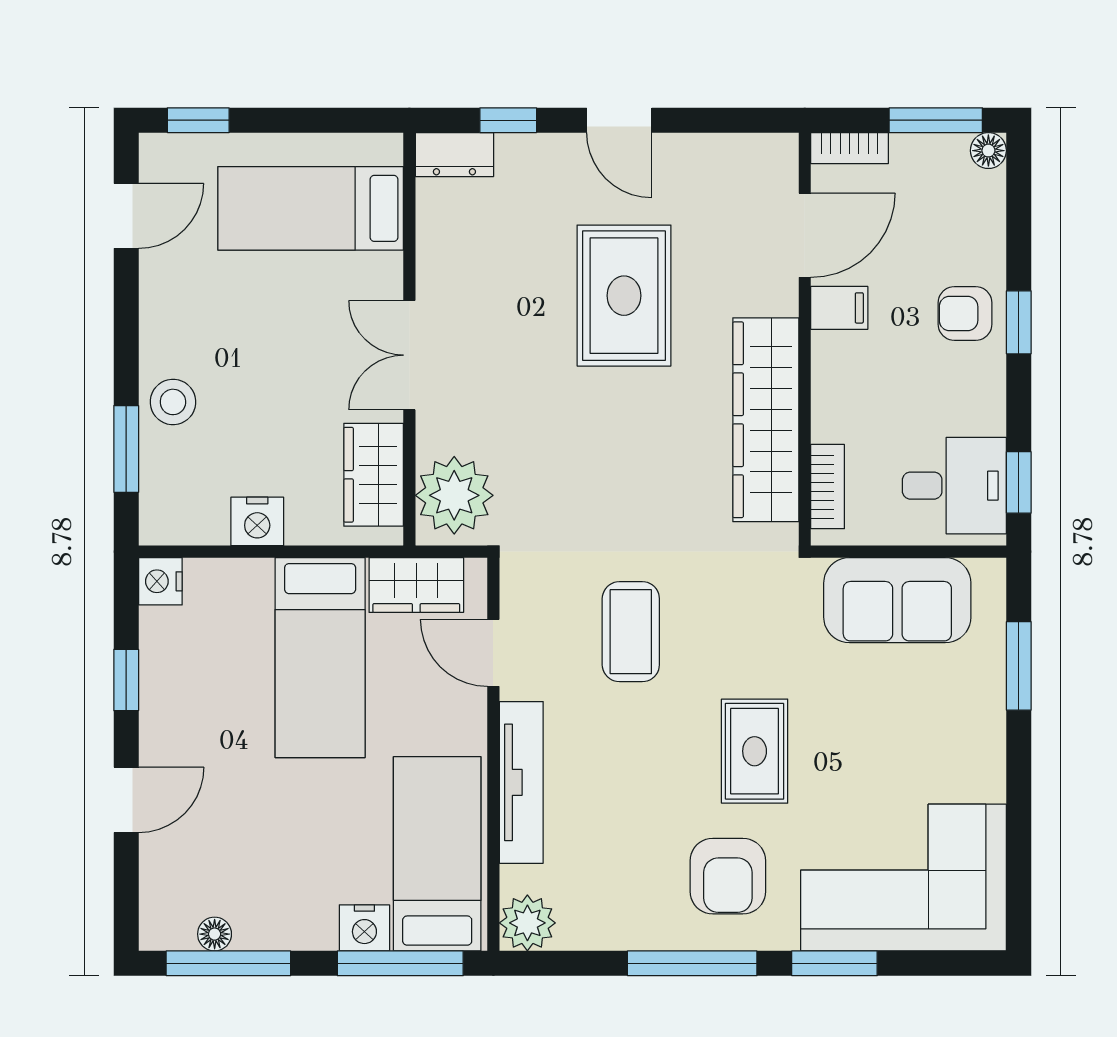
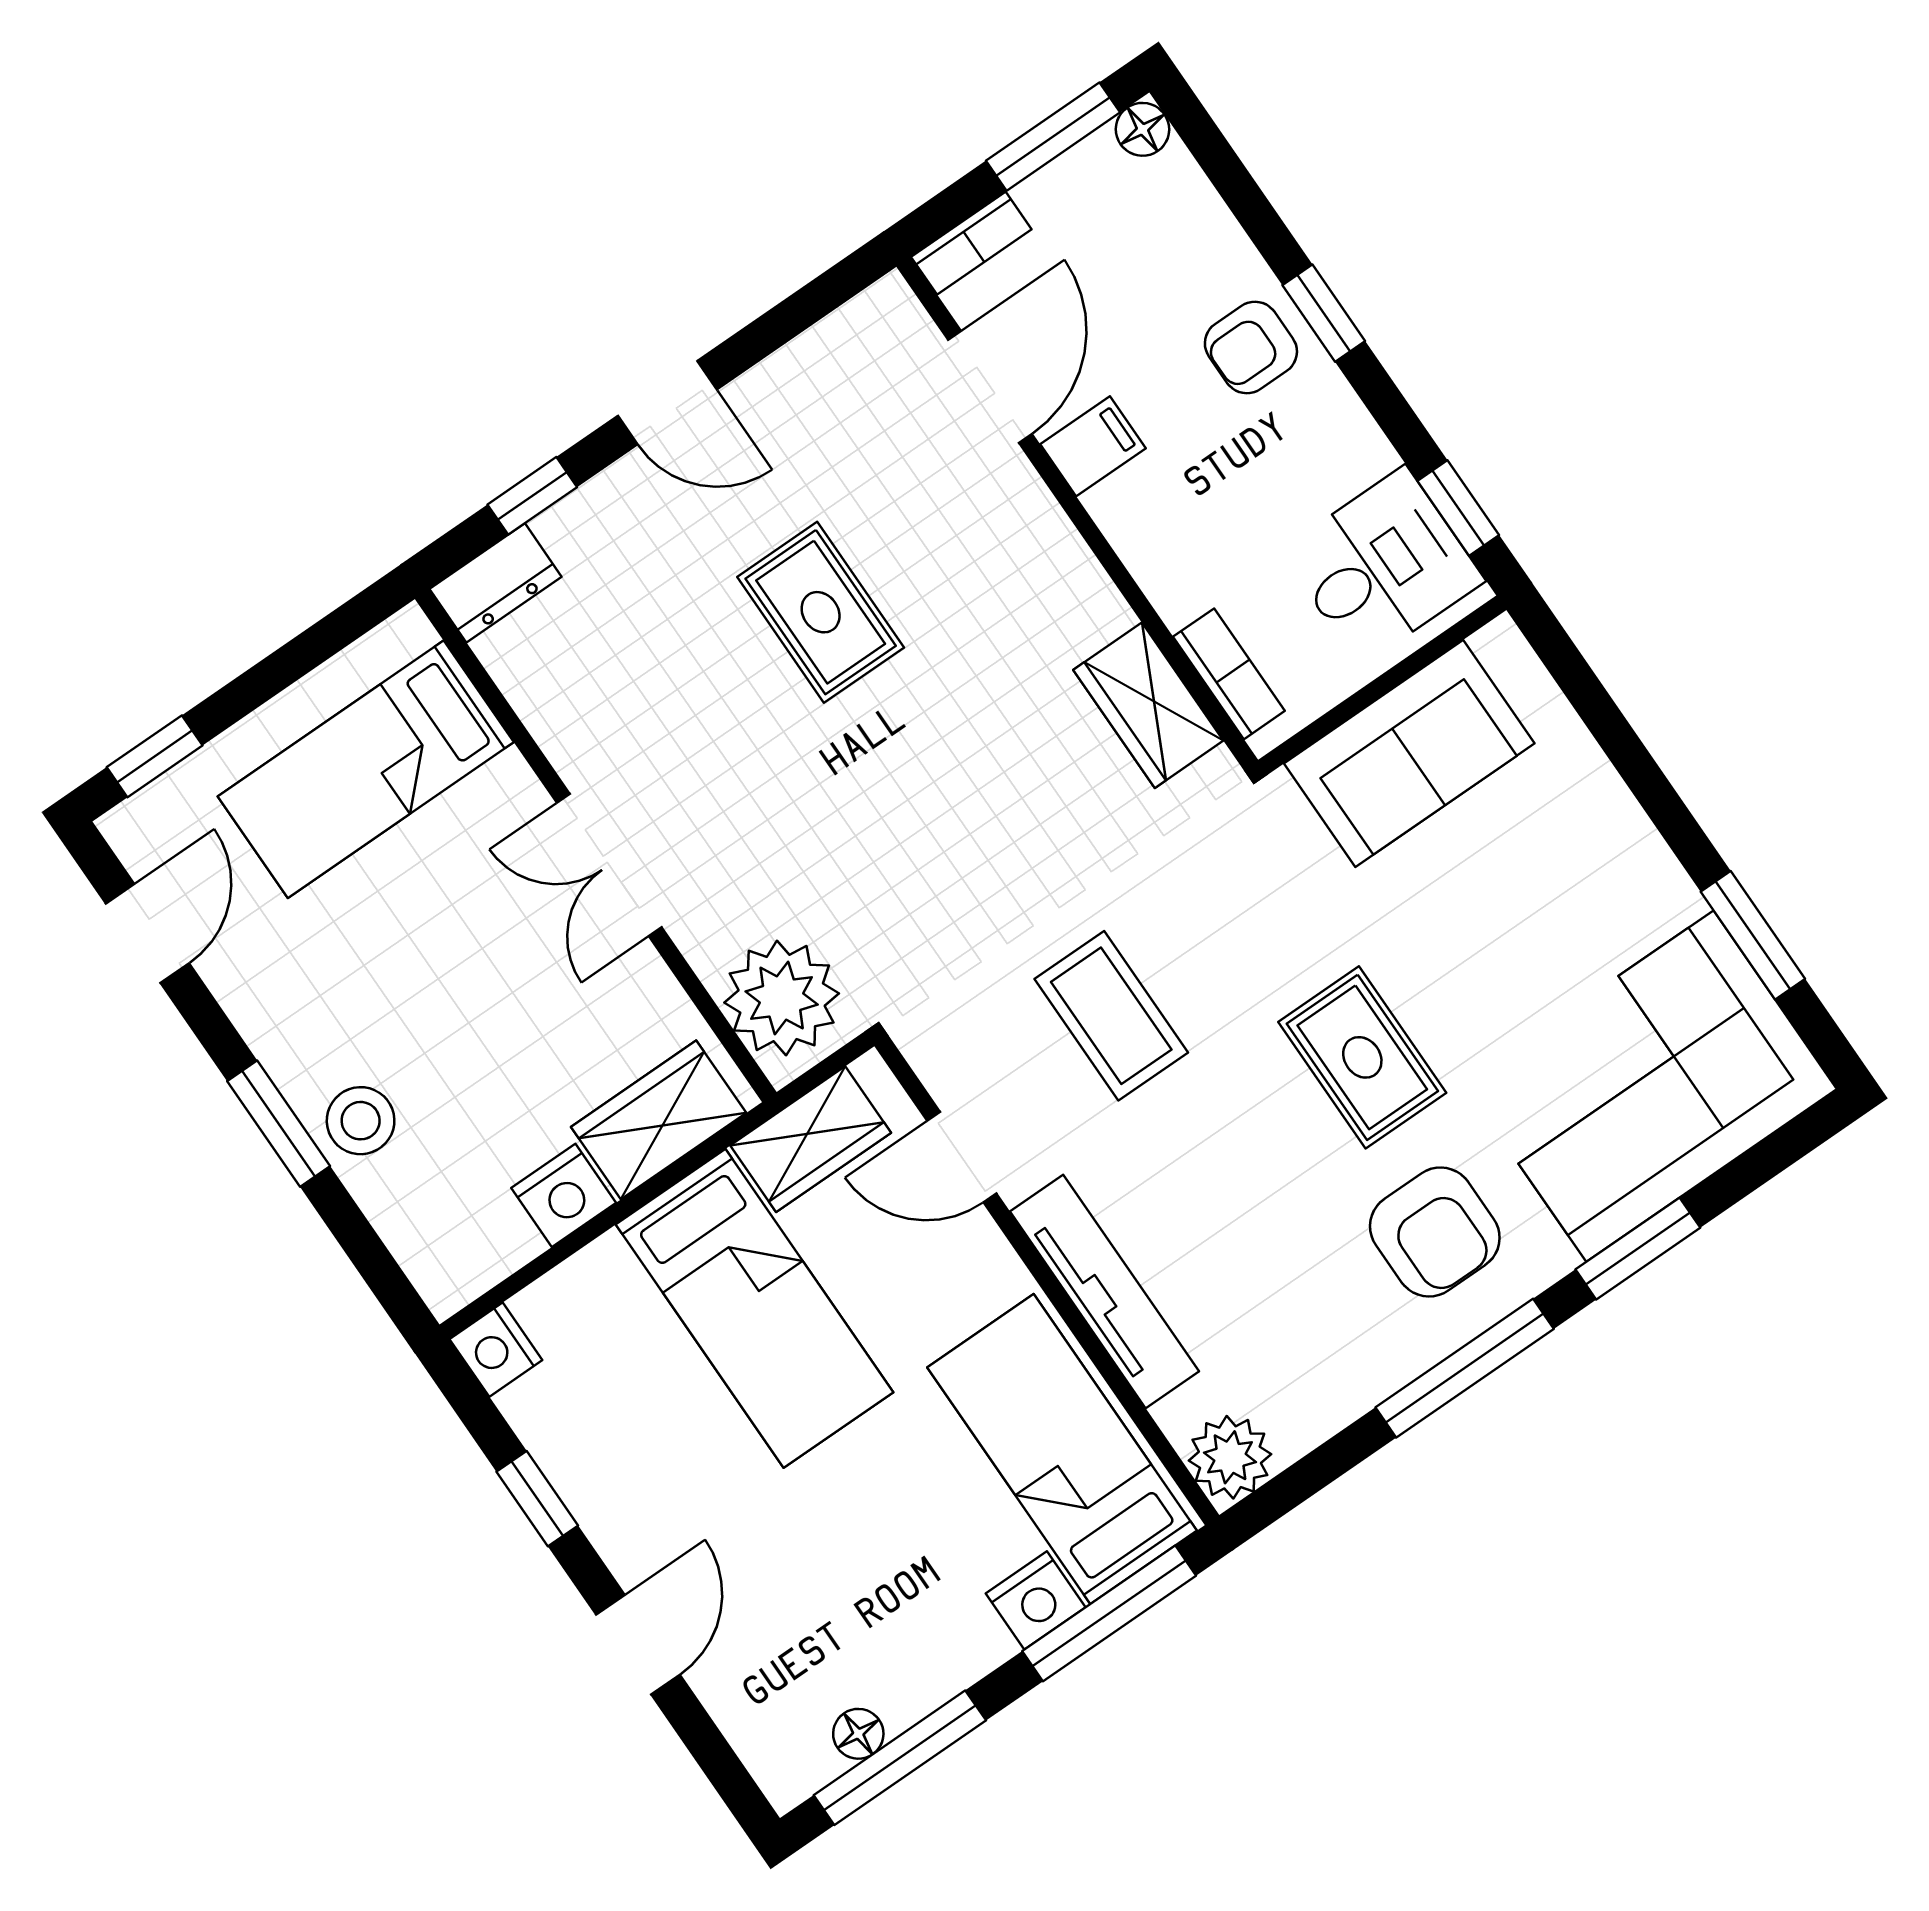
rug: (624, 296) -> (821, 612), width x0.73, depth x0.70
wardrobe: (766, 420) -> (1148, 705), width x0.48, depth x0.85
window: (126, 449) -> (279, 1124), moved
wardrobe: (374, 475) -> (659, 1120), moved, turned 90
window: (1019, 666) -> (1753, 935), moved

